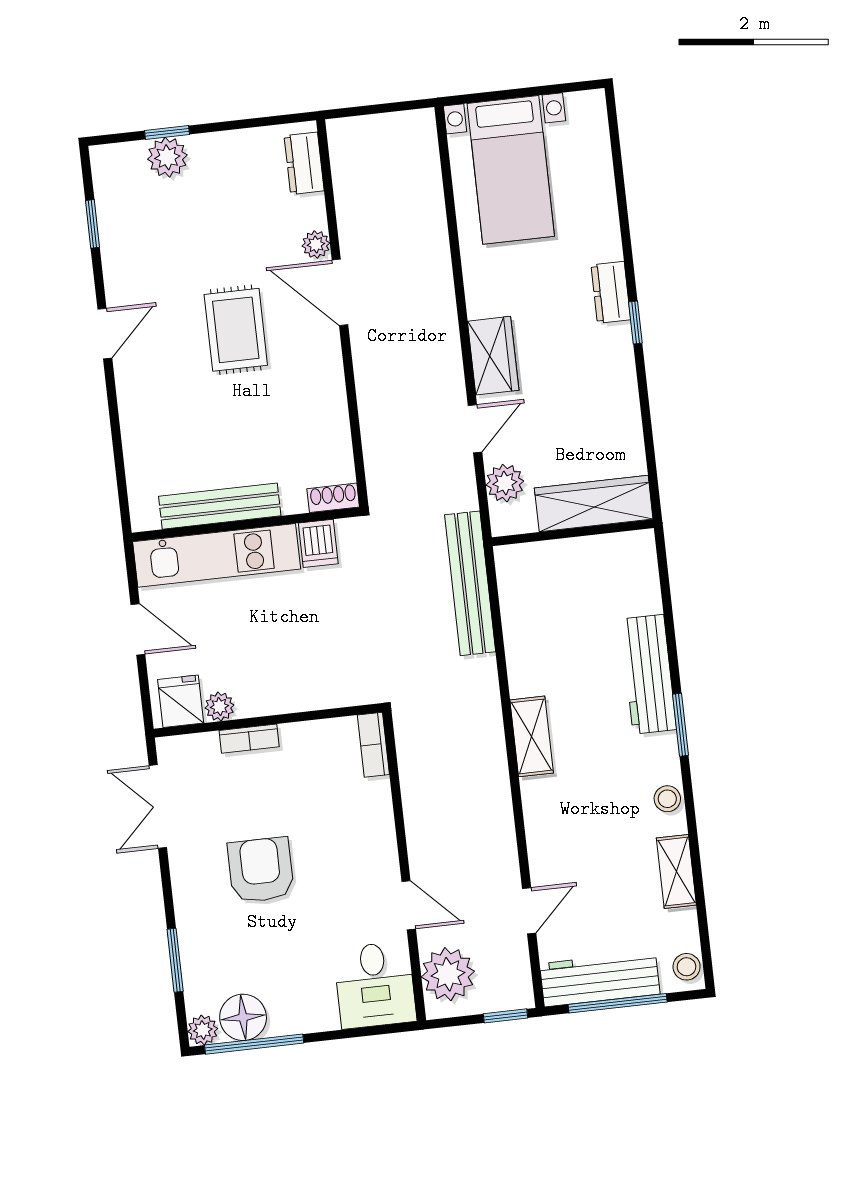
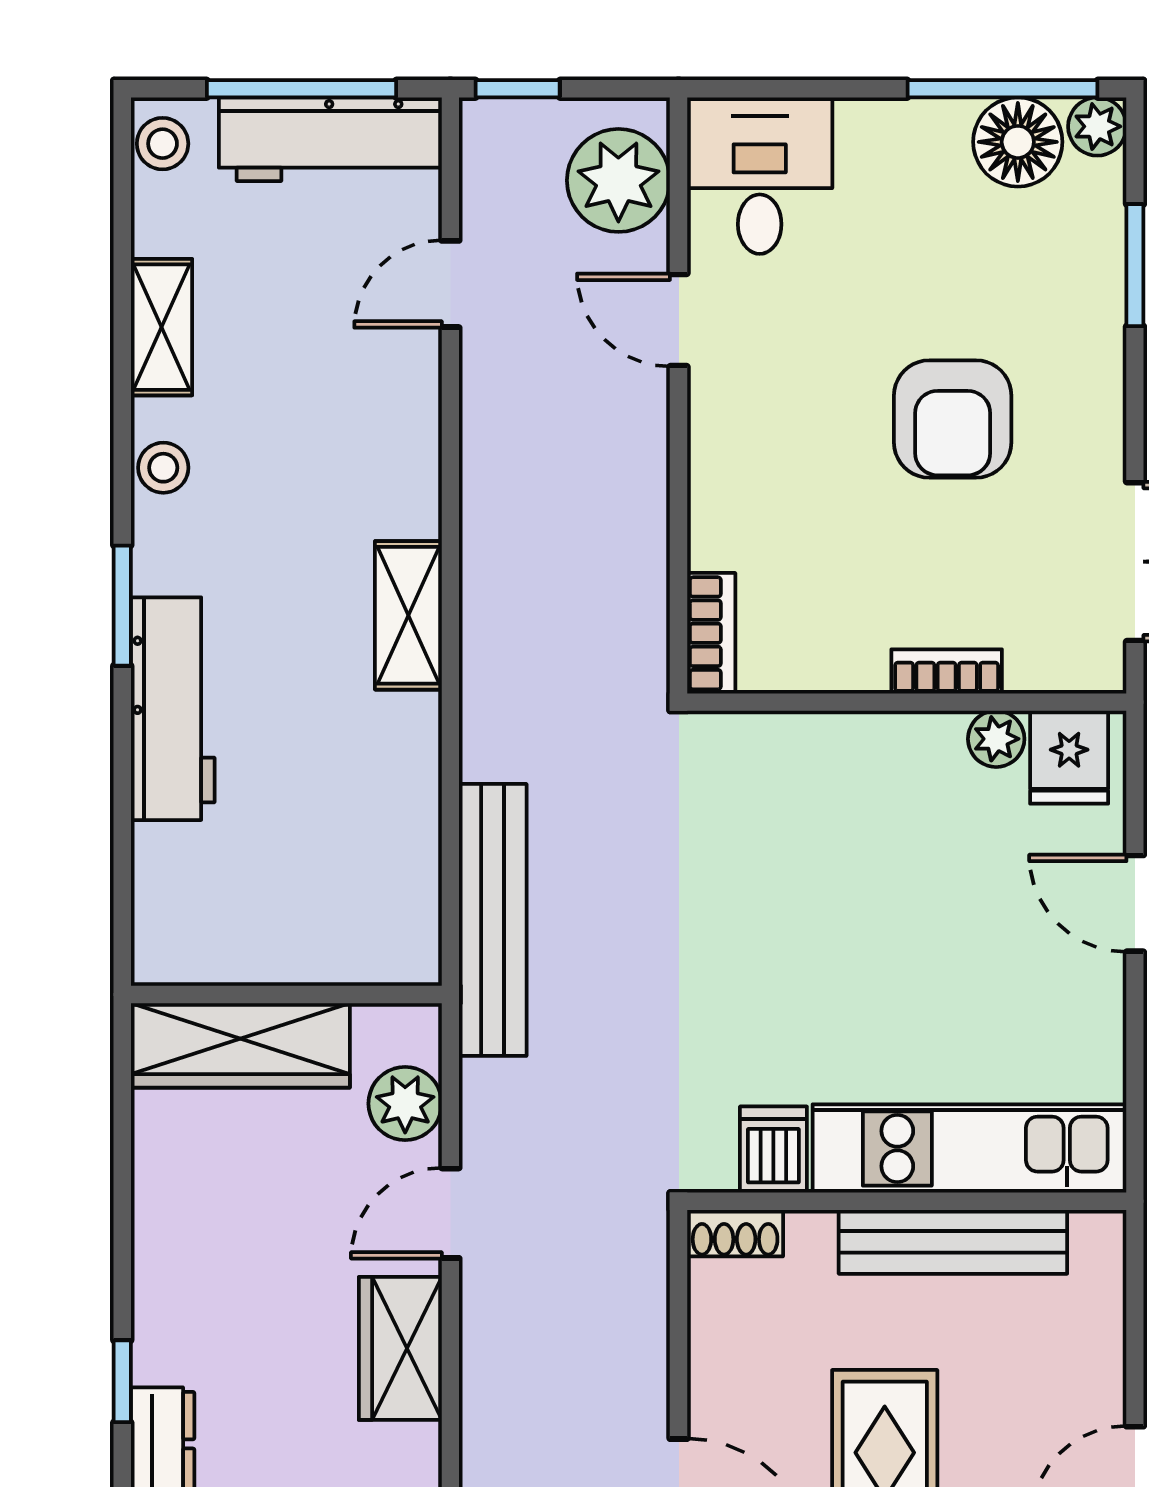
shoe rack: (333, 498) -> (735, 1233), moved
bench: (220, 506) -> (953, 1242), moved
wall: (246, 524) -> (907, 1201), moved
dishwasher: (318, 543) -> (773, 1150), moved
kitchen unit: (217, 555) -> (969, 1149), moved

